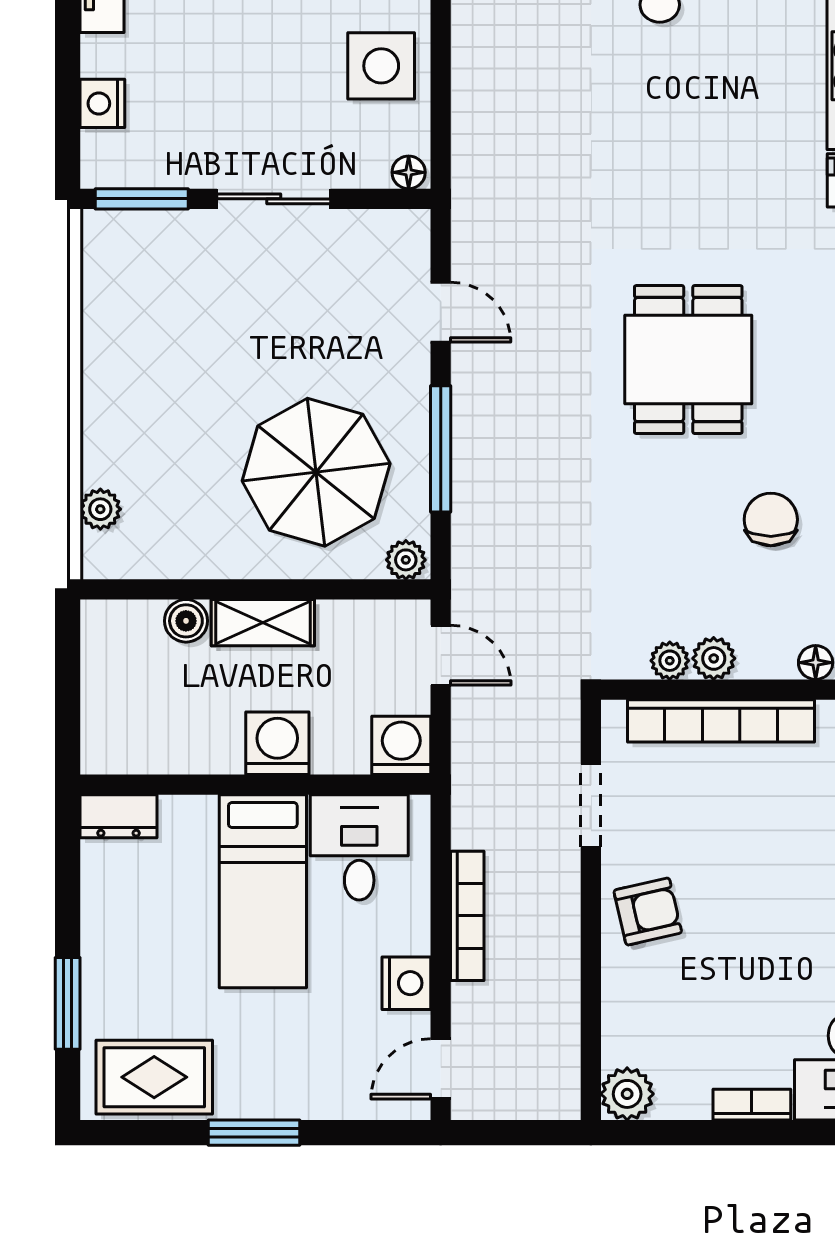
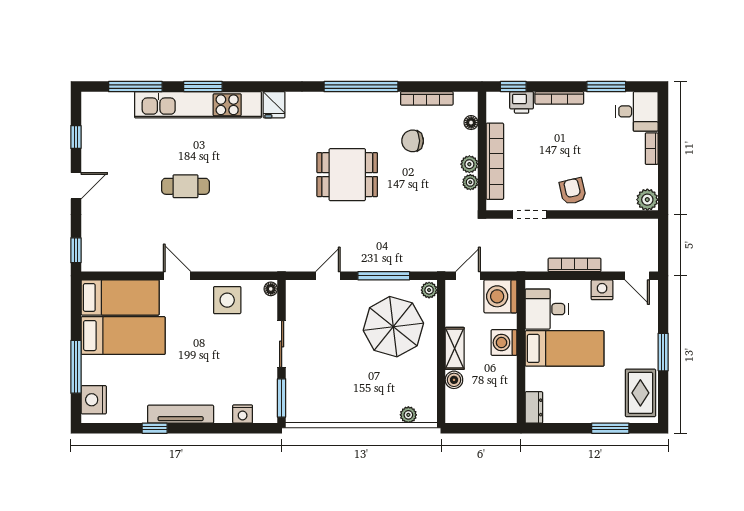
washing machine: (401, 745) -> (500, 296), width x1.37, depth x1.37

